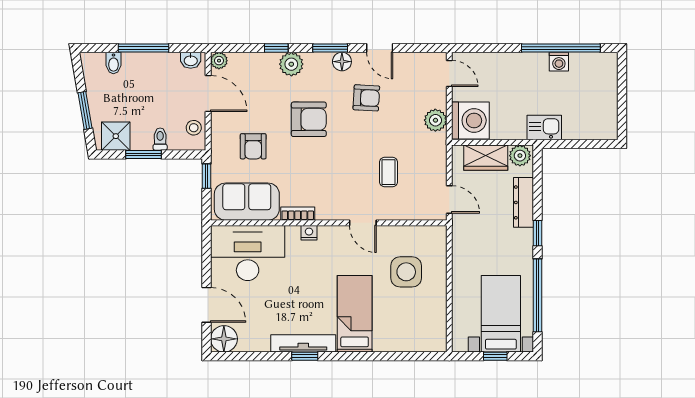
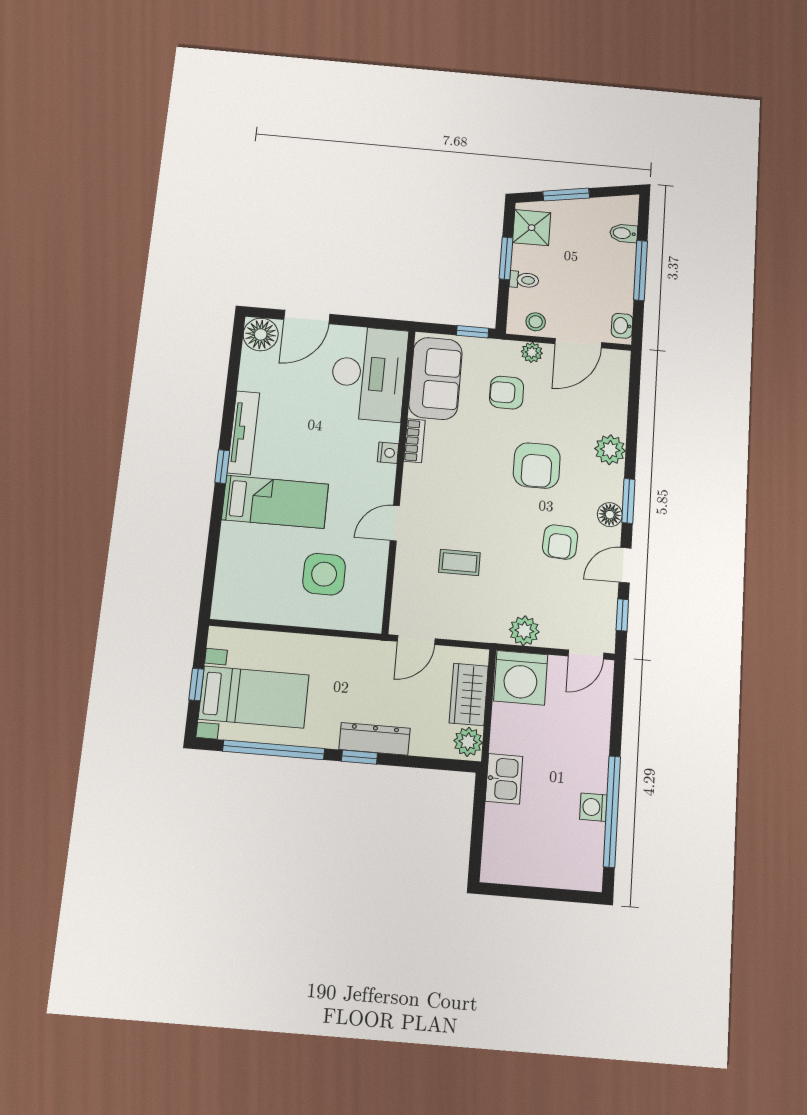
window: (276, 48) -> (622, 615), moved
plant: (219, 61) -> (532, 352), moved
dresser: (523, 202) -> (374, 739), moved
window: (305, 356) -> (222, 466), moved

